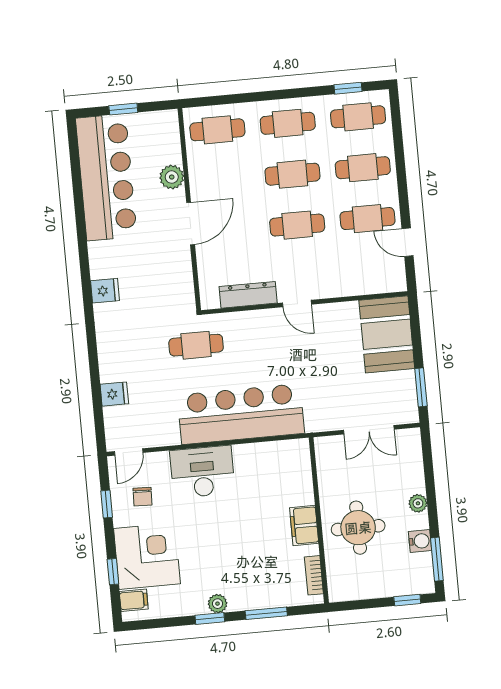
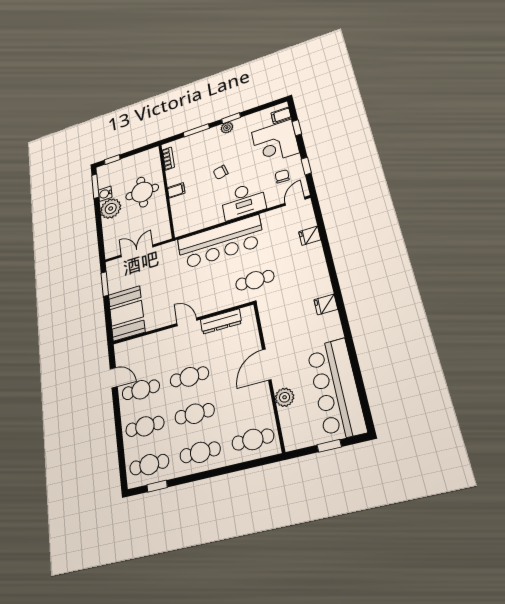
plant: (418, 503) -> (111, 209), width x1.87, depth x1.87
filing cabinet: (304, 525) -> (176, 190), width x0.50
chair: (233, 528) -> (221, 172), added

